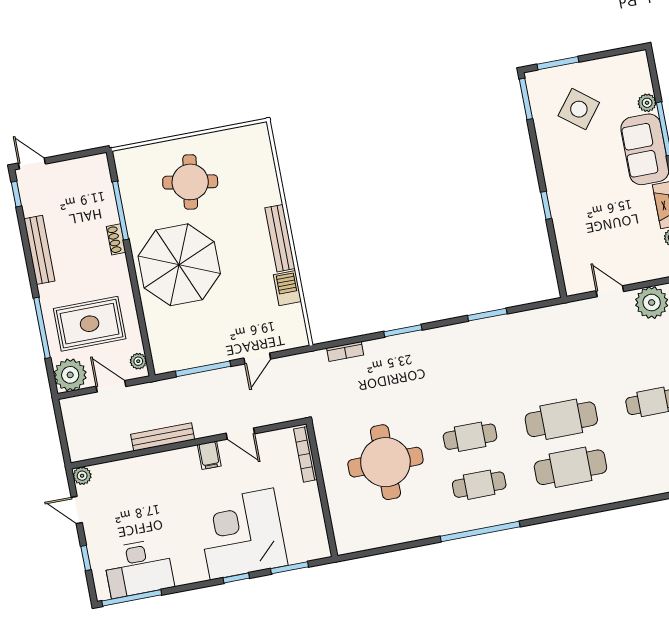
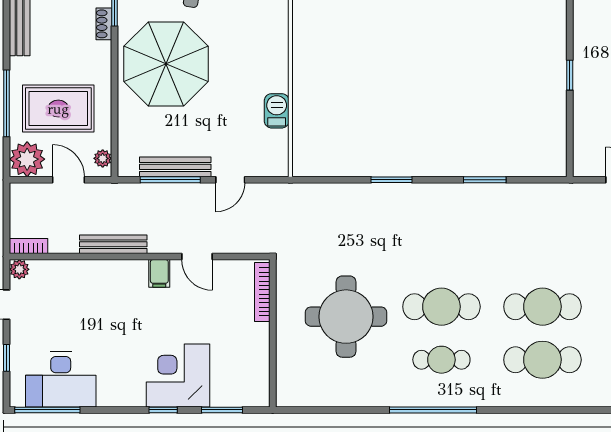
bench: (280, 238) -> (175, 167), moved, turned 90
bookcase: (345, 352) -> (28, 246), moved, turned 180
cafe table: (470, 437) -> (441, 307), width x1.37, depth x1.35
corner desk: (242, 534) -> (178, 375), width x0.74, depth x0.74

